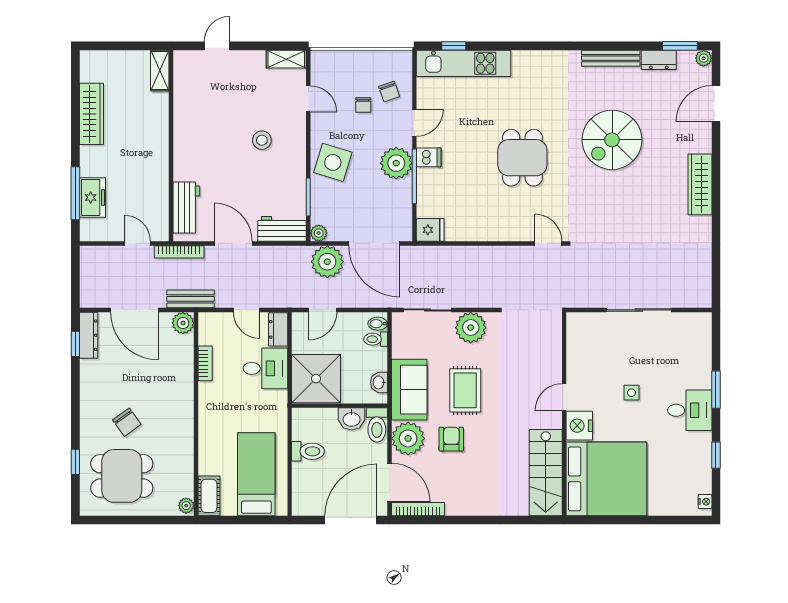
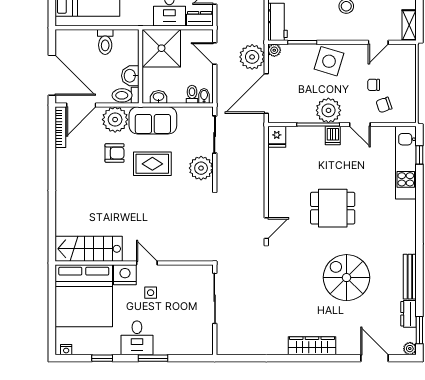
door: (564, 397) -> (147, 263), moved
wall: (564, 414) -> (134, 263), moved
nightstand: (579, 426) -> (125, 275), moved
stairs: (546, 473) -> (89, 249), moved
bed: (606, 479) -> (84, 296), moved

